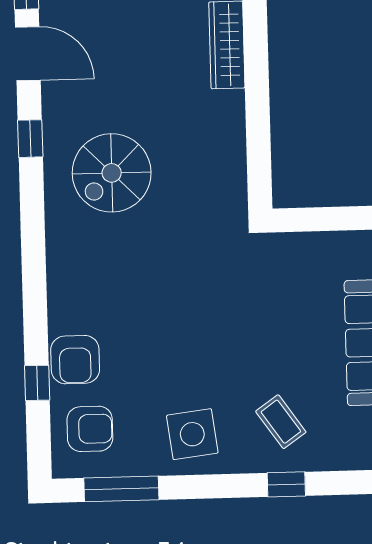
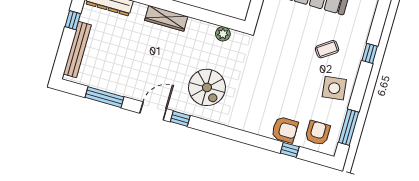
door: (28, 54) -> (153, 111), moved
plant: (232, 171) -> (223, 34), added
coffee table: (281, 422) -> (327, 49), moved

